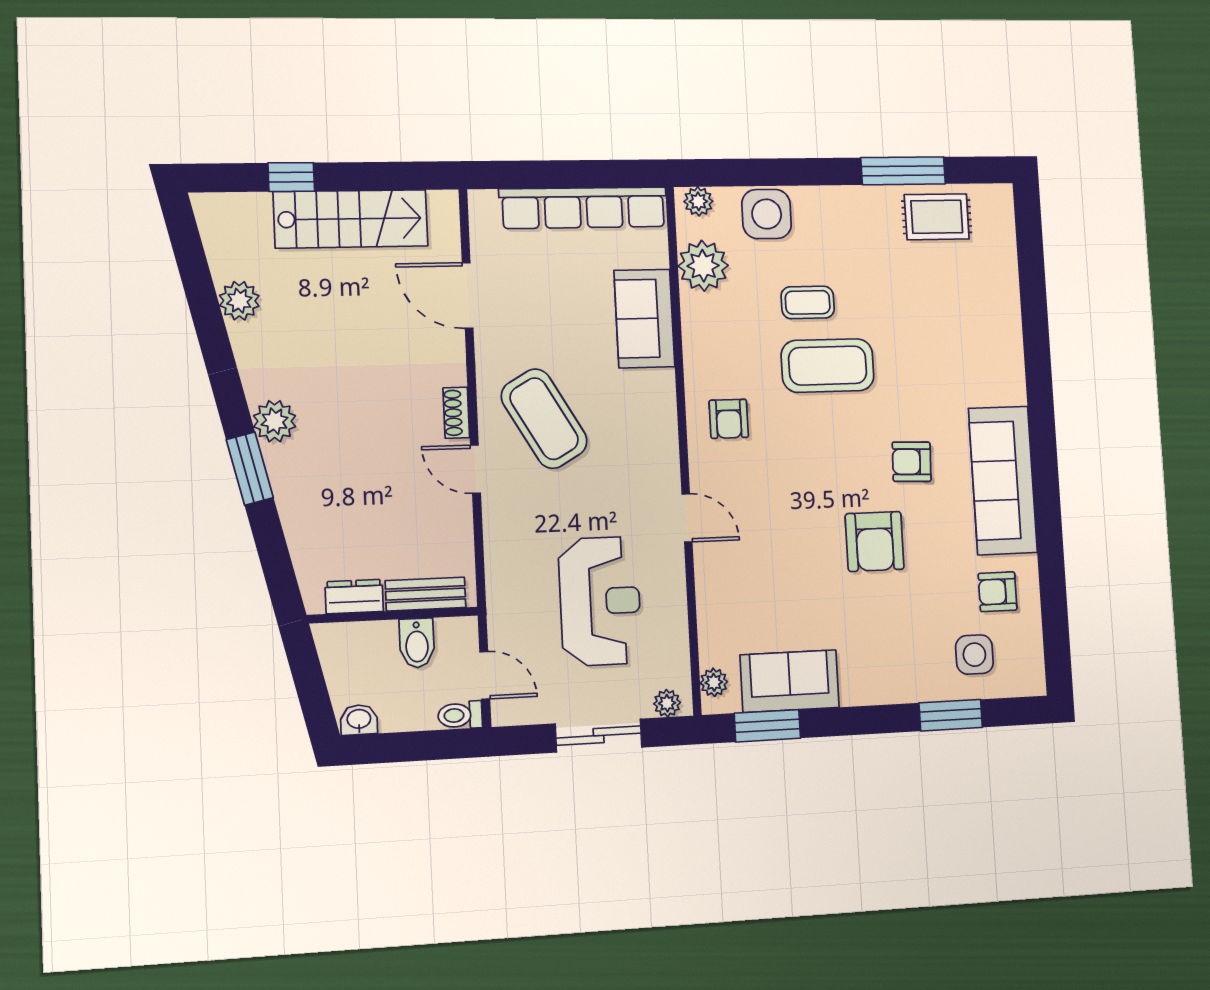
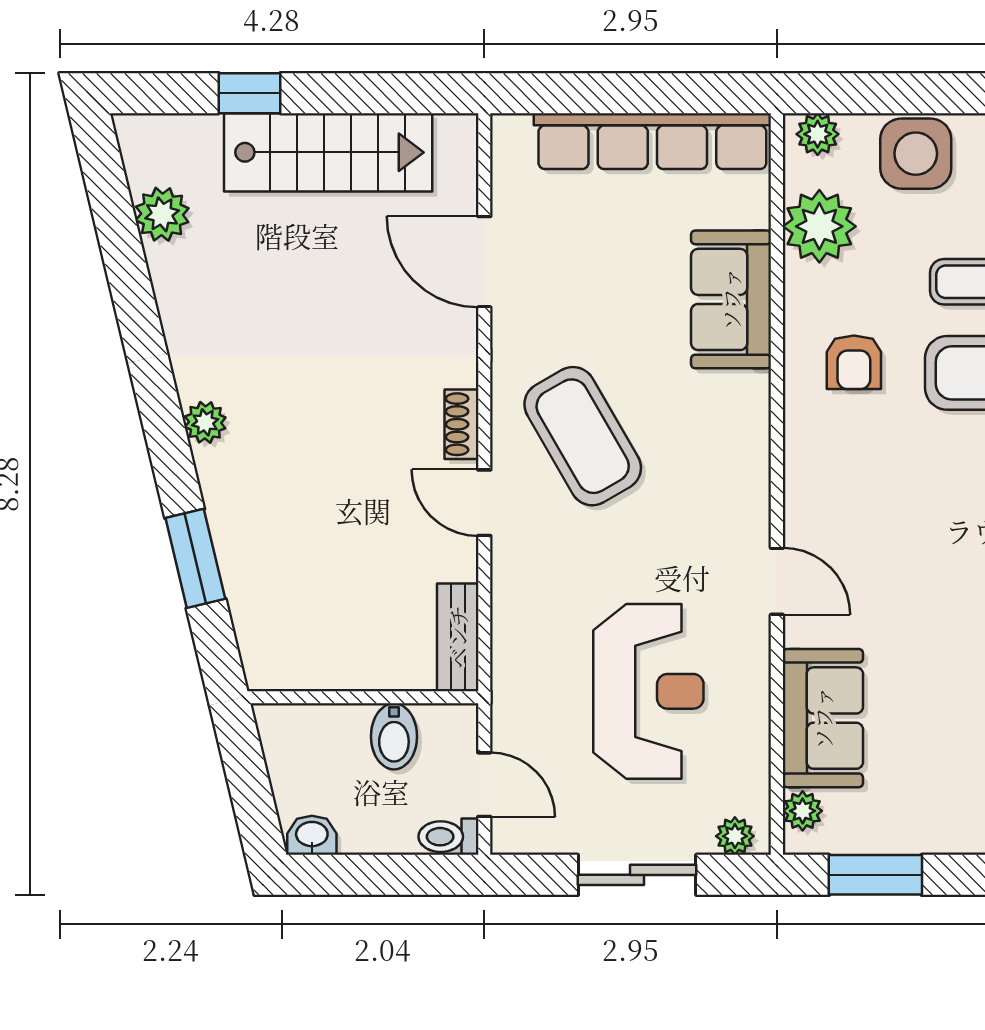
plant: (239, 301) -> (162, 214), moved
armchair: (729, 419) -> (854, 362), moved
plant: (275, 421) -> (205, 422), width x0.73, depth x0.73
window: (250, 469) -> (195, 558), moved
bench: (426, 594) -> (458, 637), moved, turned 90
dresser: (354, 597) -> (312, 670), removed
sofa: (790, 681) -> (823, 718), moved, turned 90

